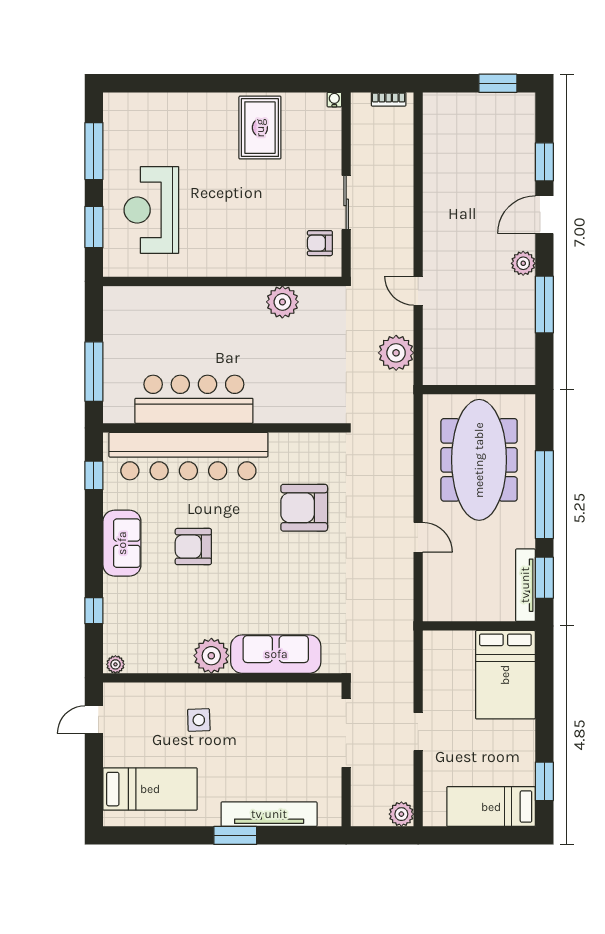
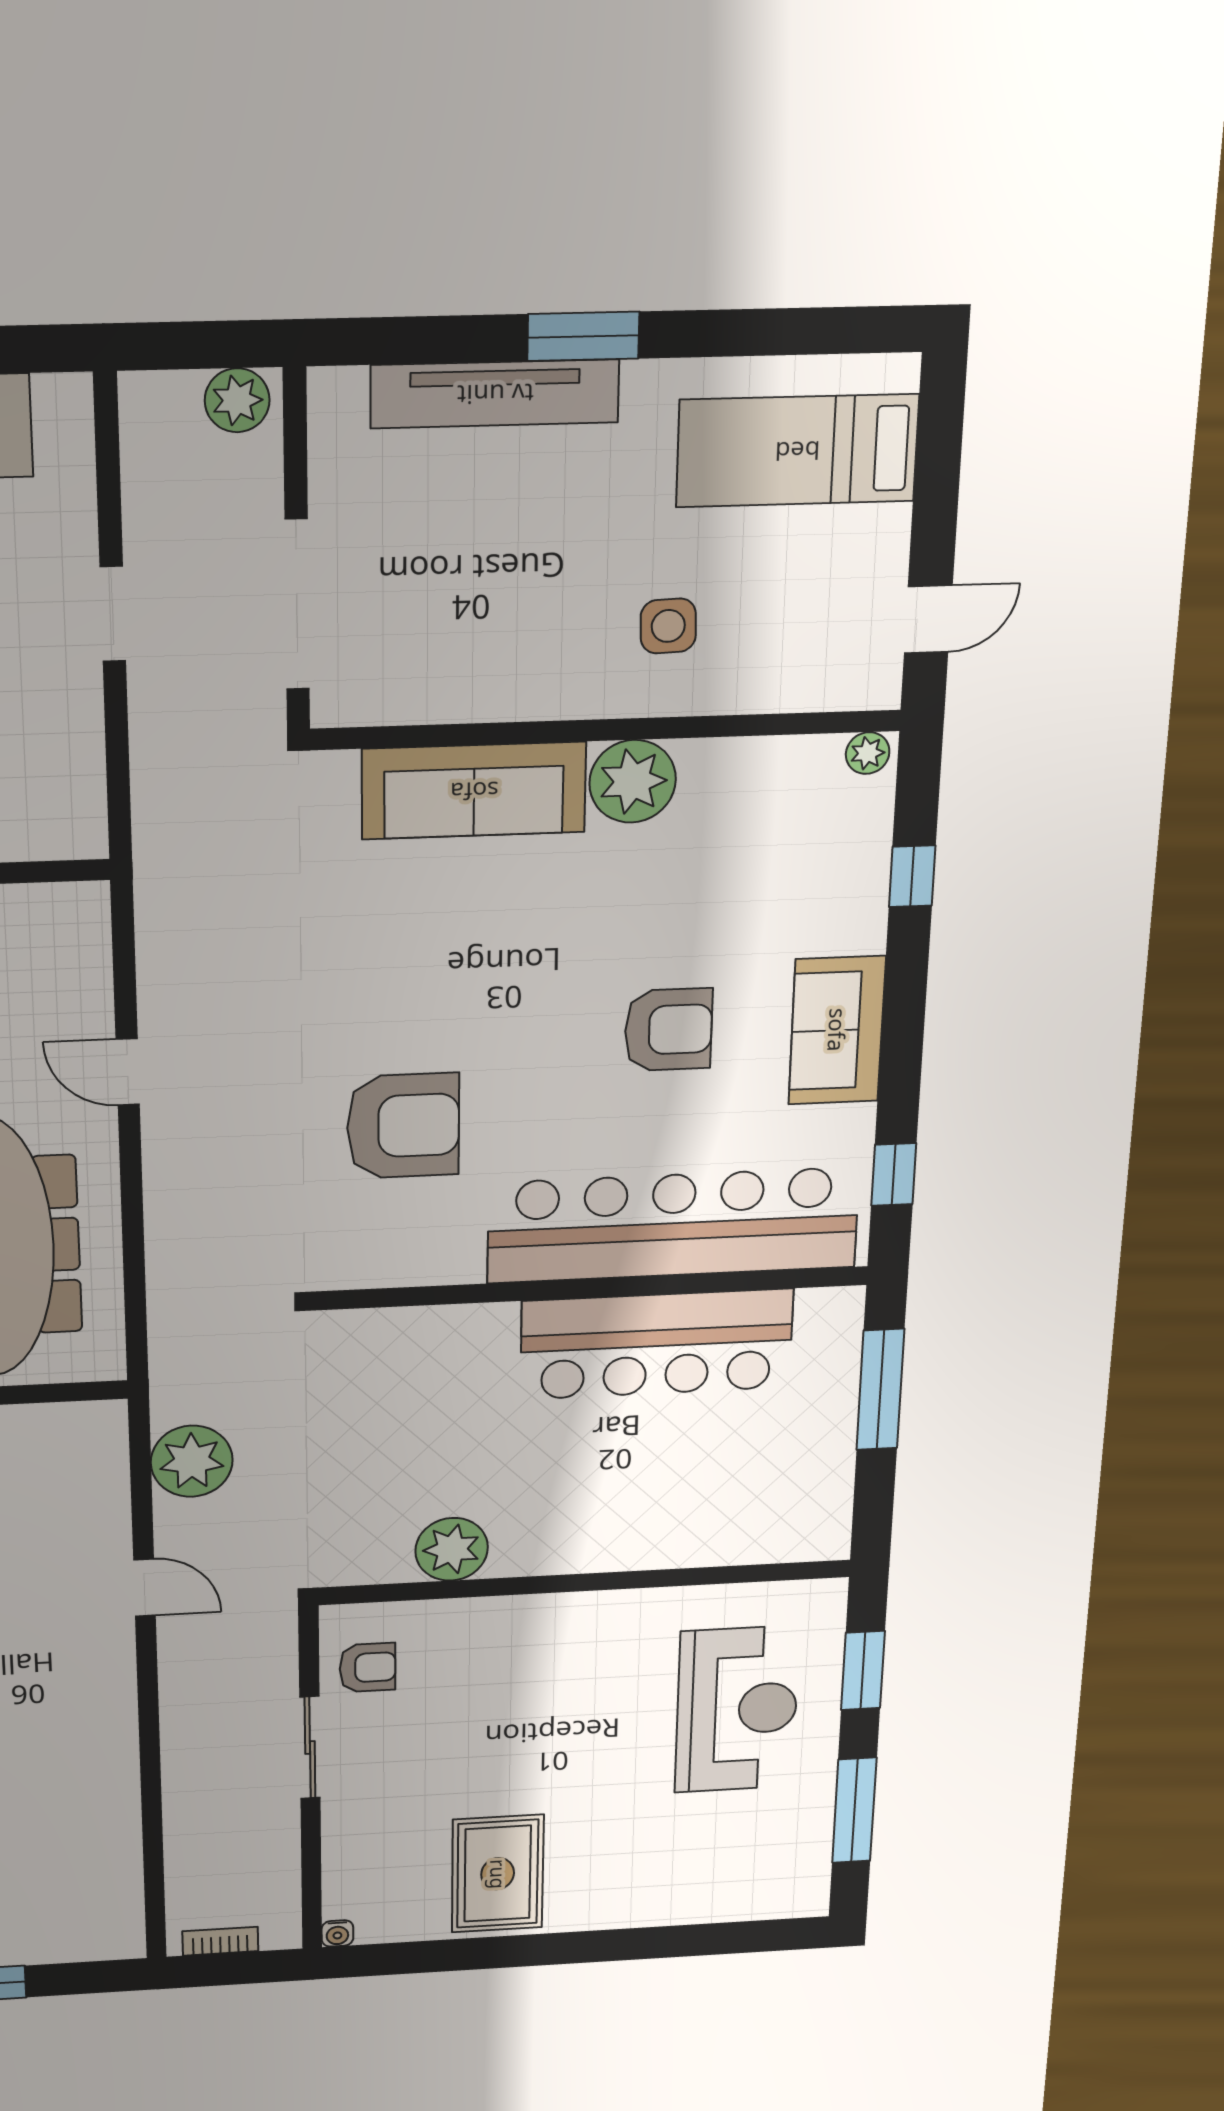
plant: (401, 814) -> (237, 400), moved

